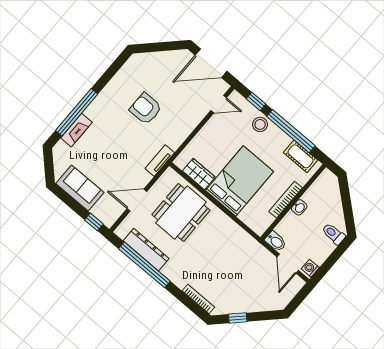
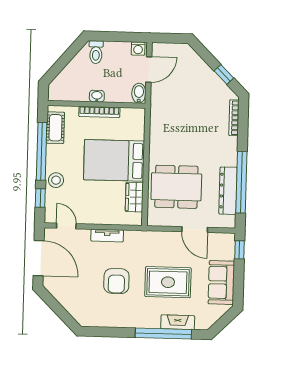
rug: (113, 147) -> (168, 282), added
tv unit: (160, 161) -> (107, 236), moved

